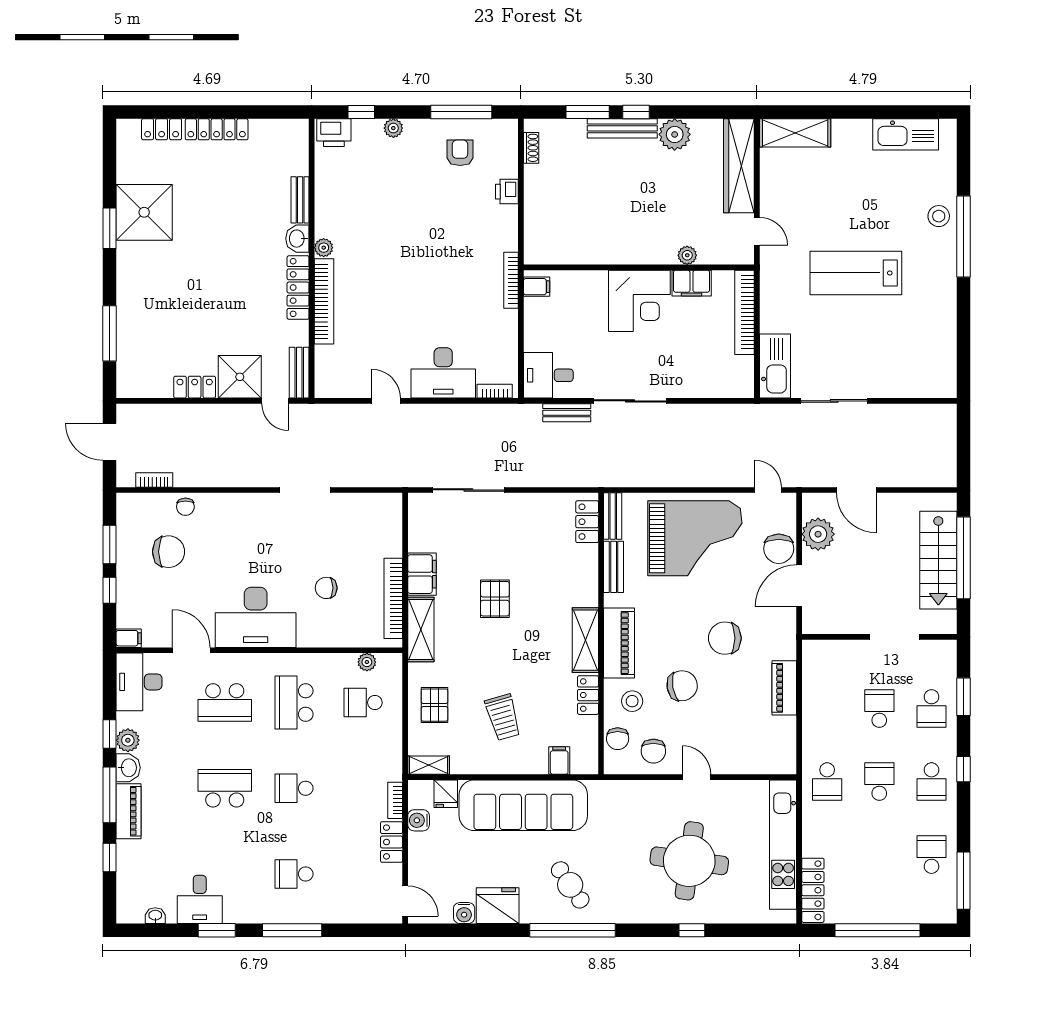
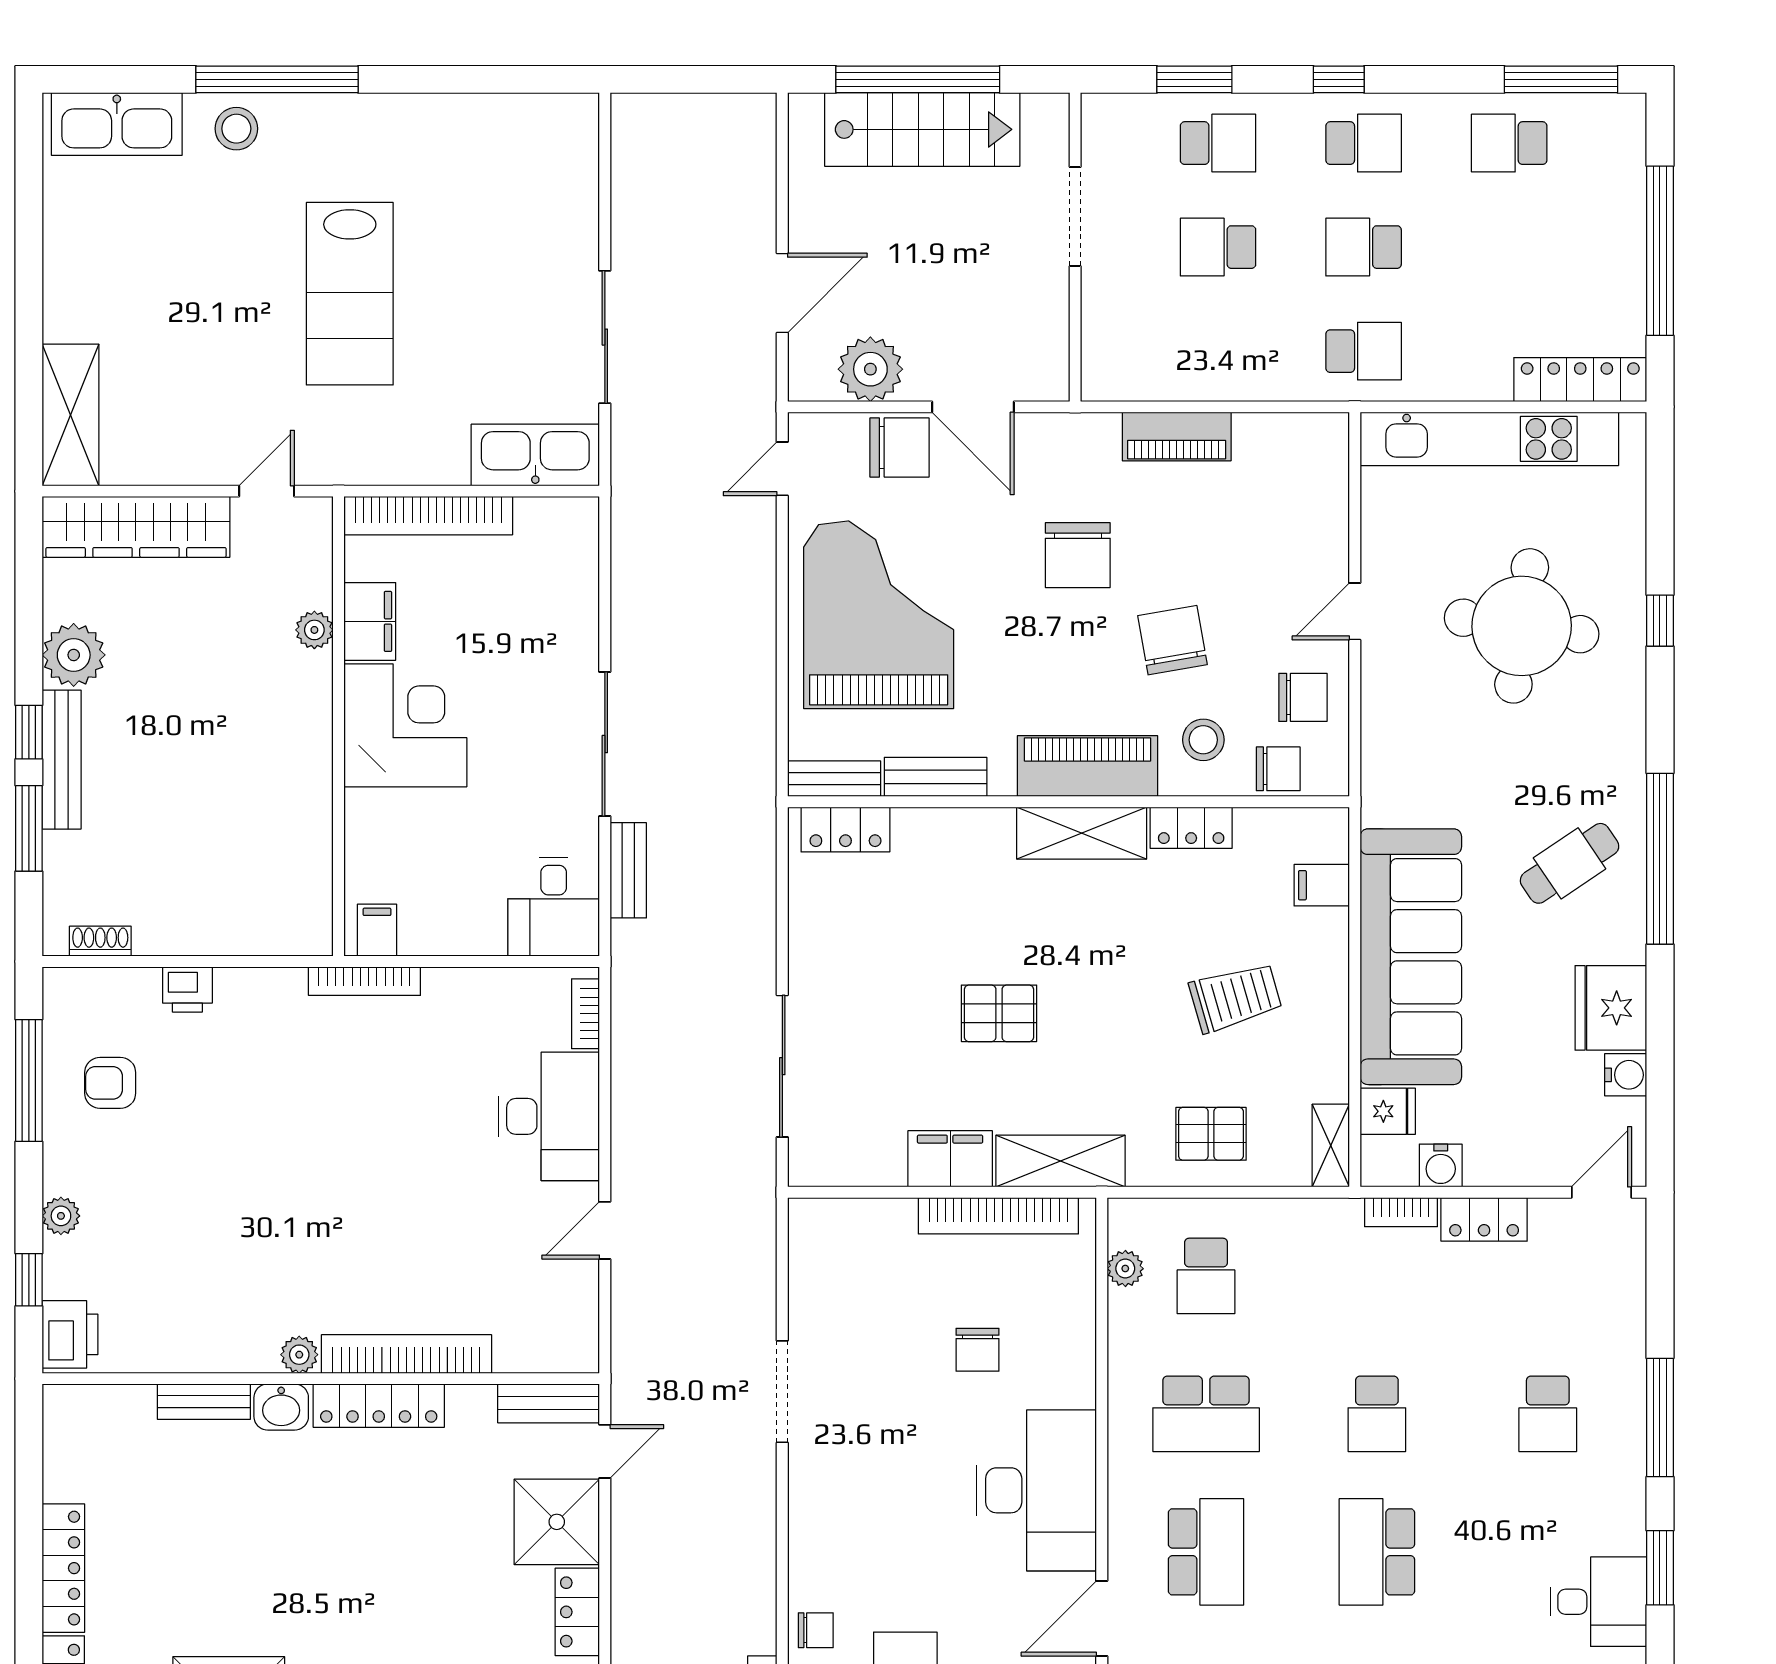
kitchen sink: (906, 134) -> (117, 124), moved, turned 90

